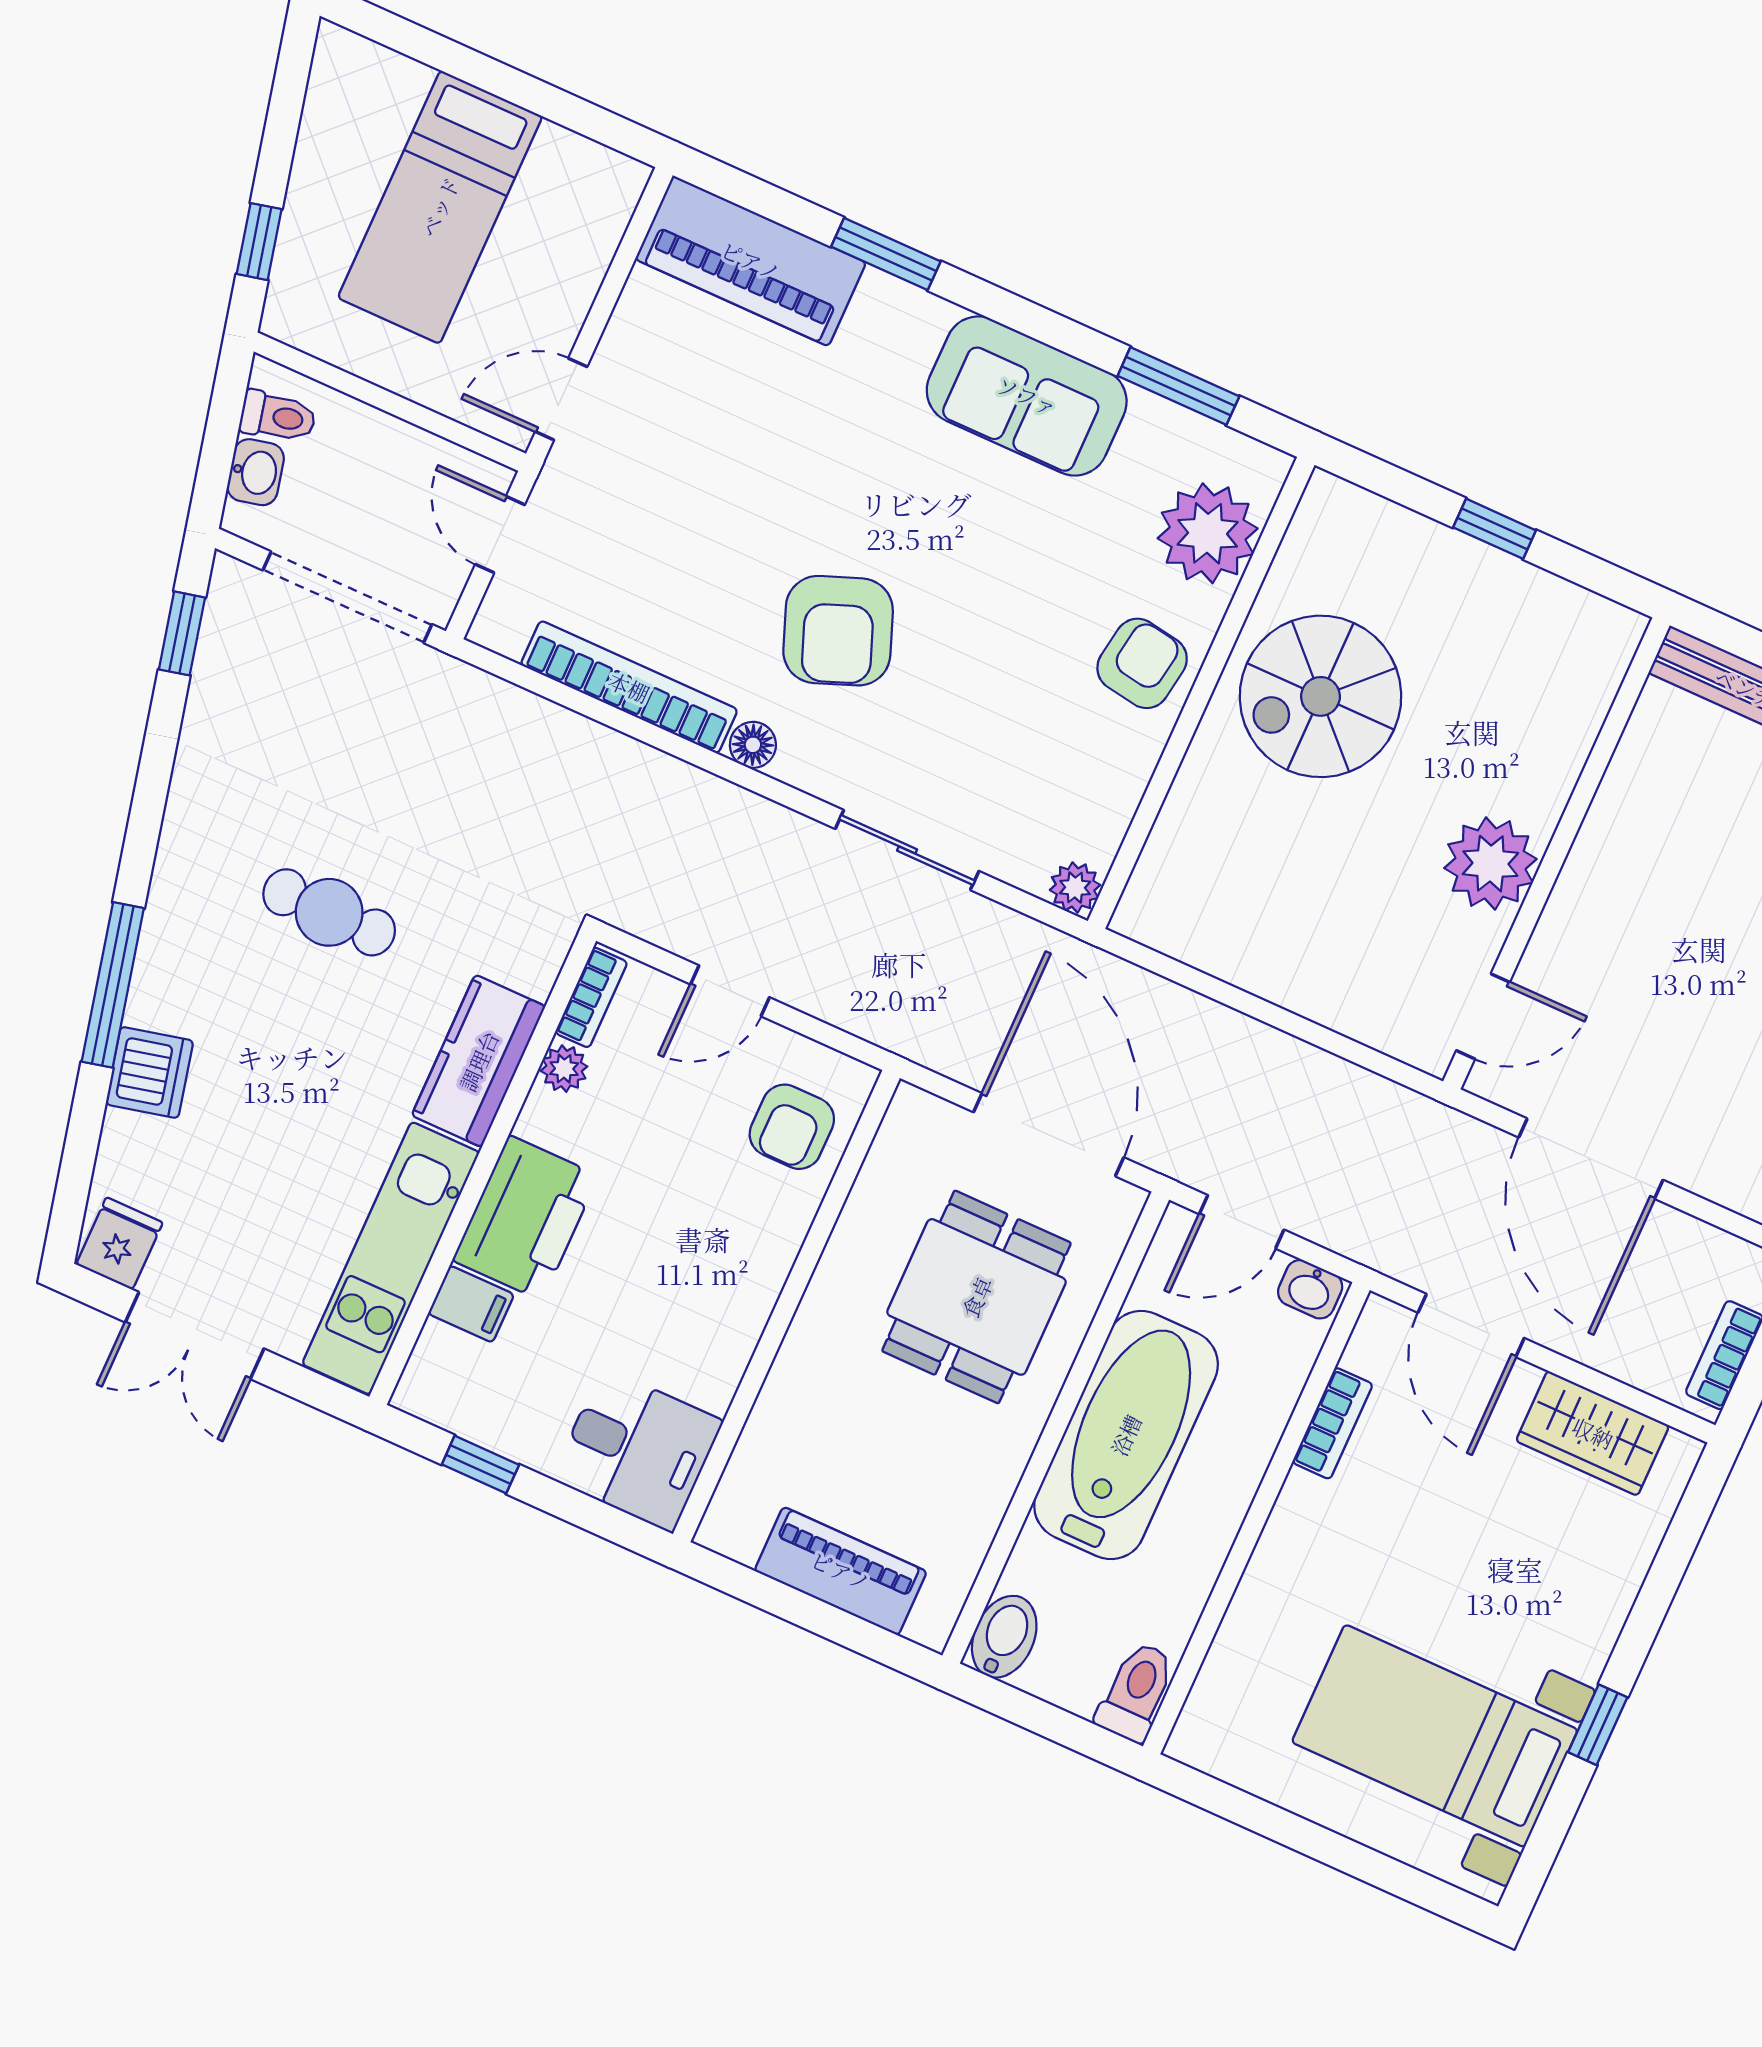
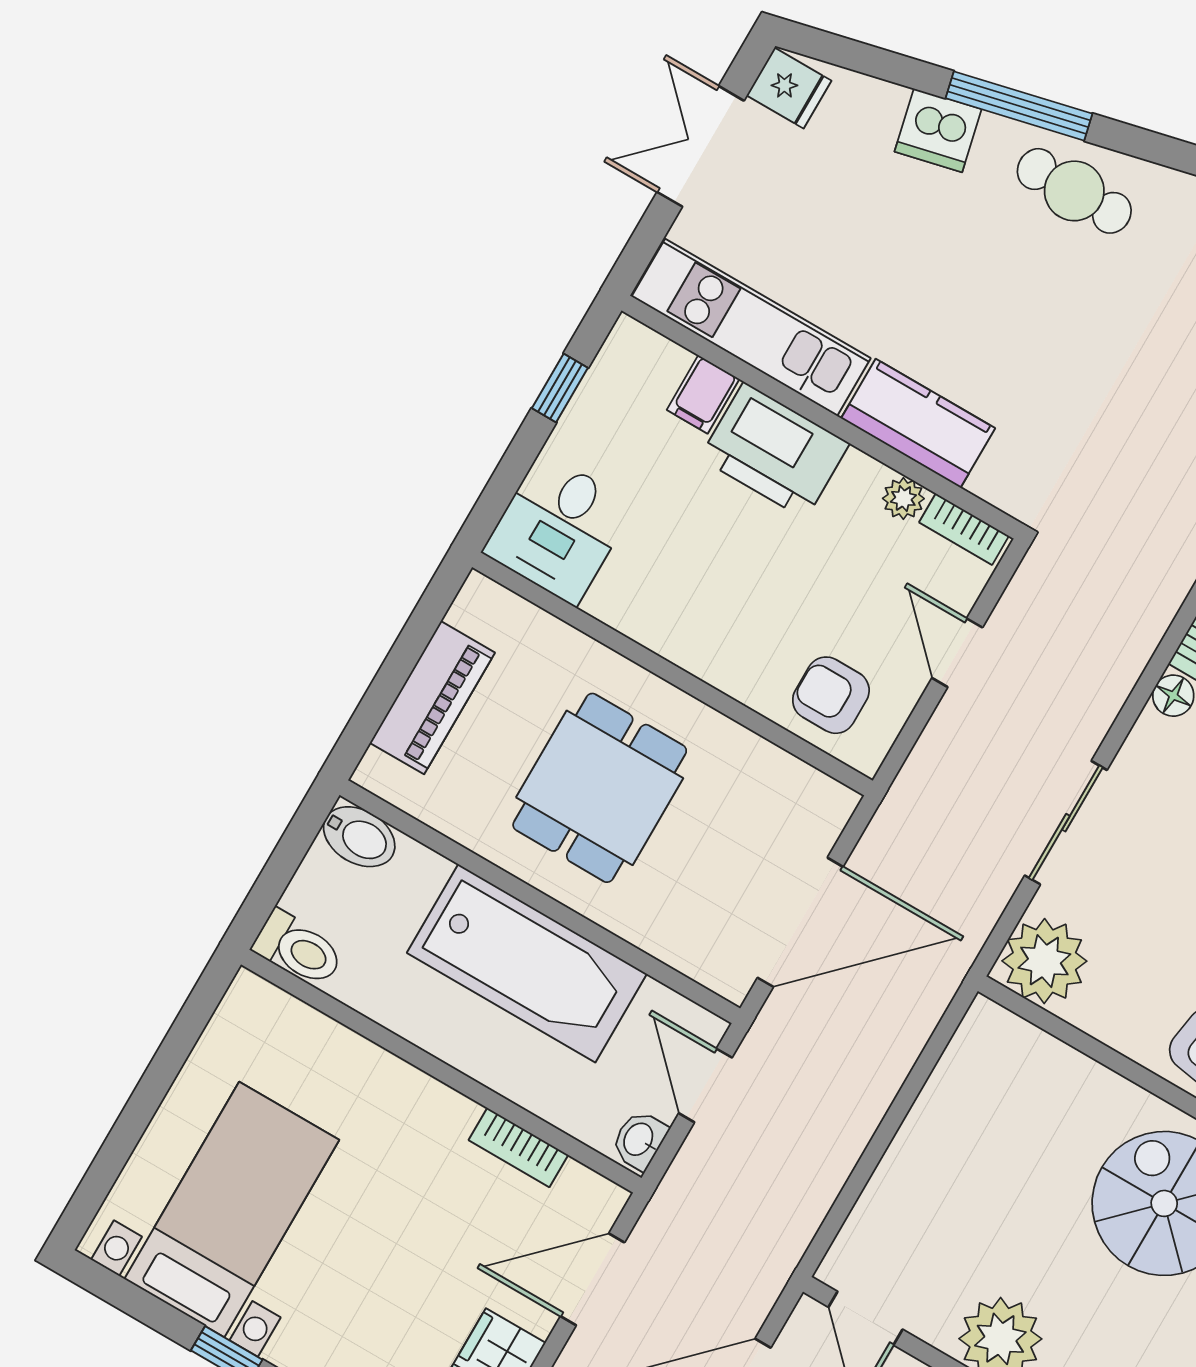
plant: (1075, 888) -> (1044, 961), width x1.87, depth x1.87
cafe table: (329, 912) -> (1074, 191), moved, turned 90
dining table: (977, 1297) -> (600, 788), moved, turned 90

